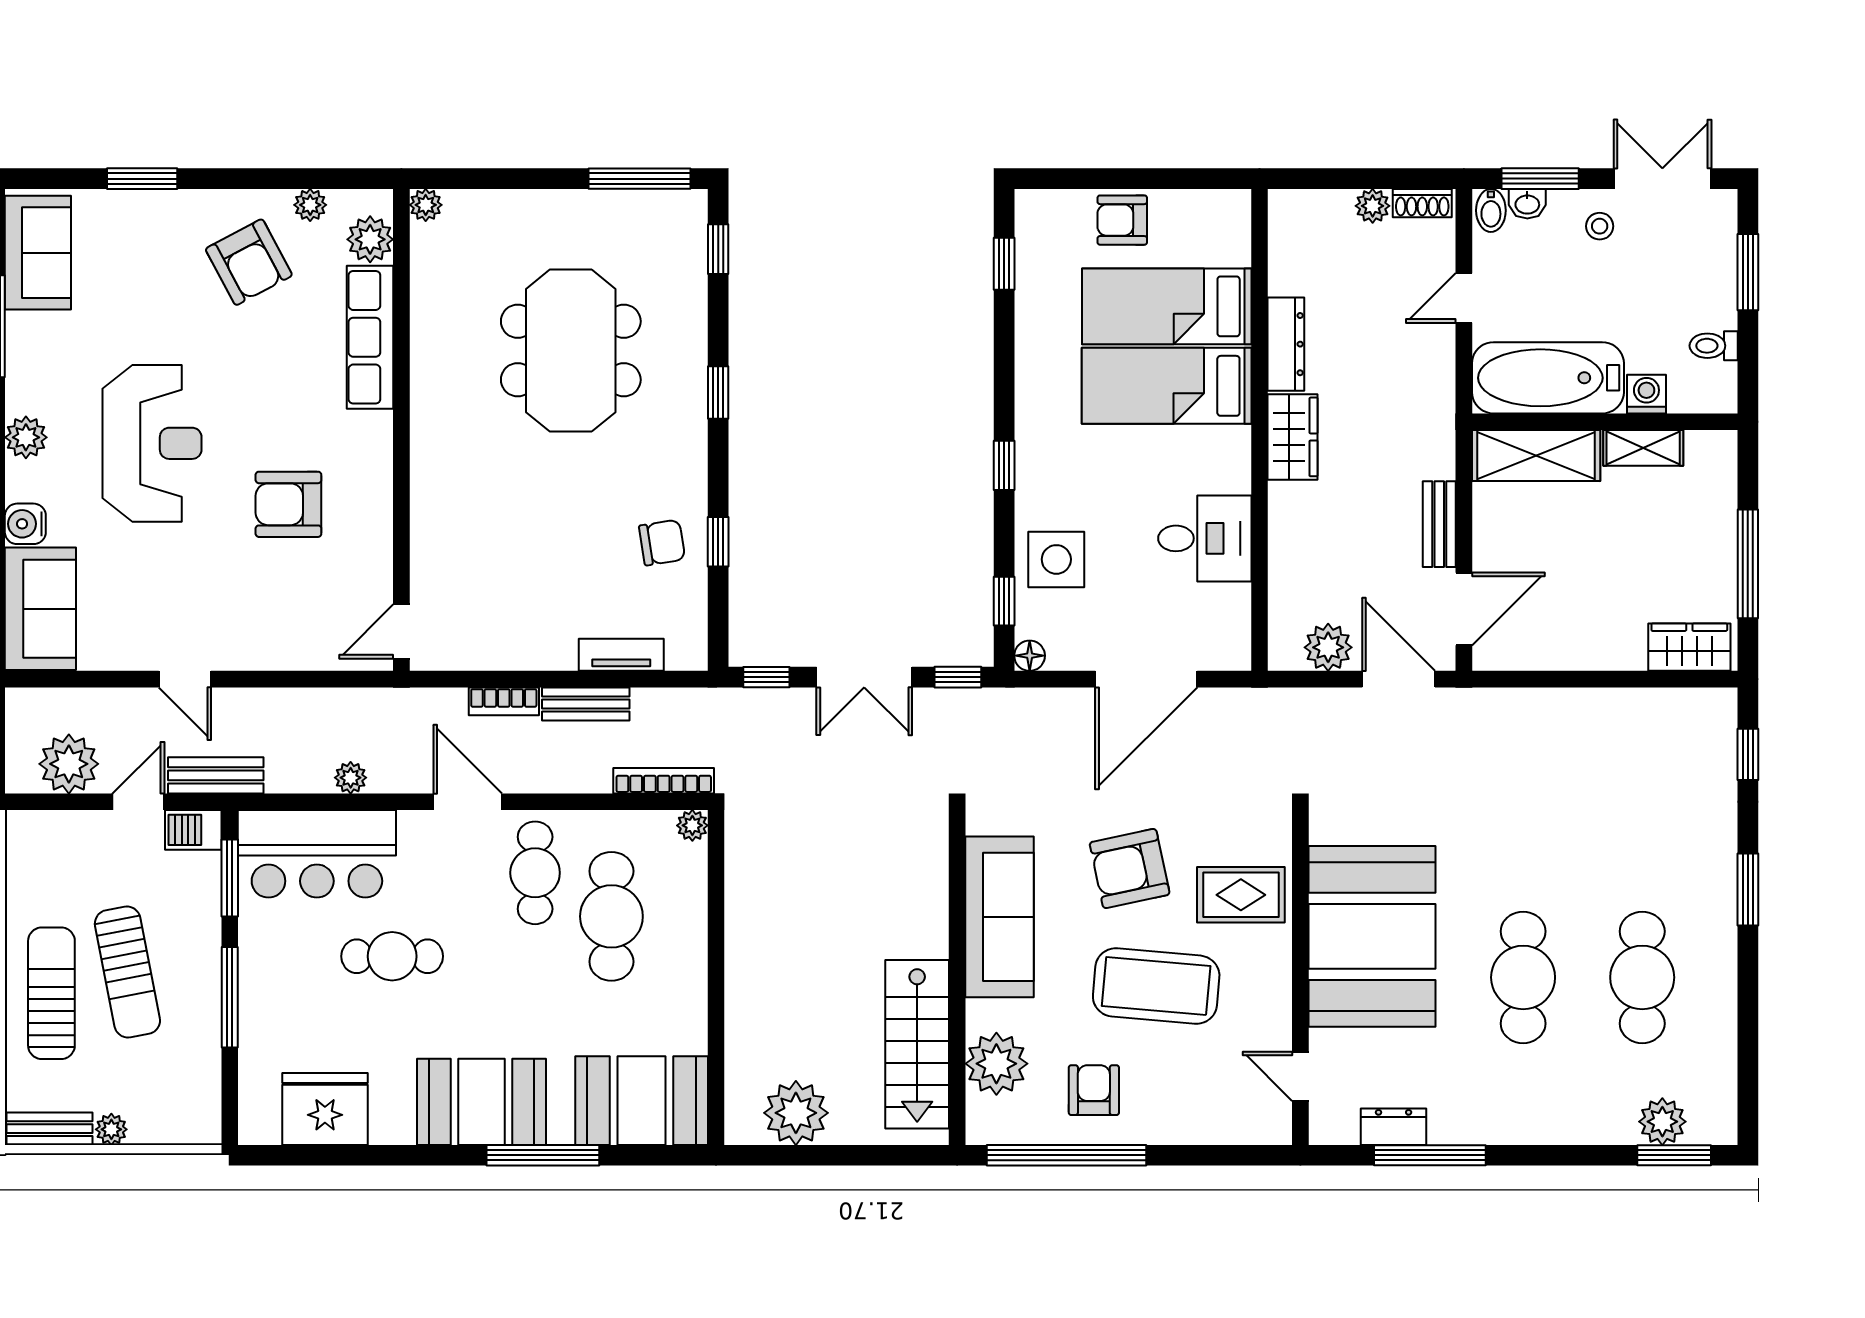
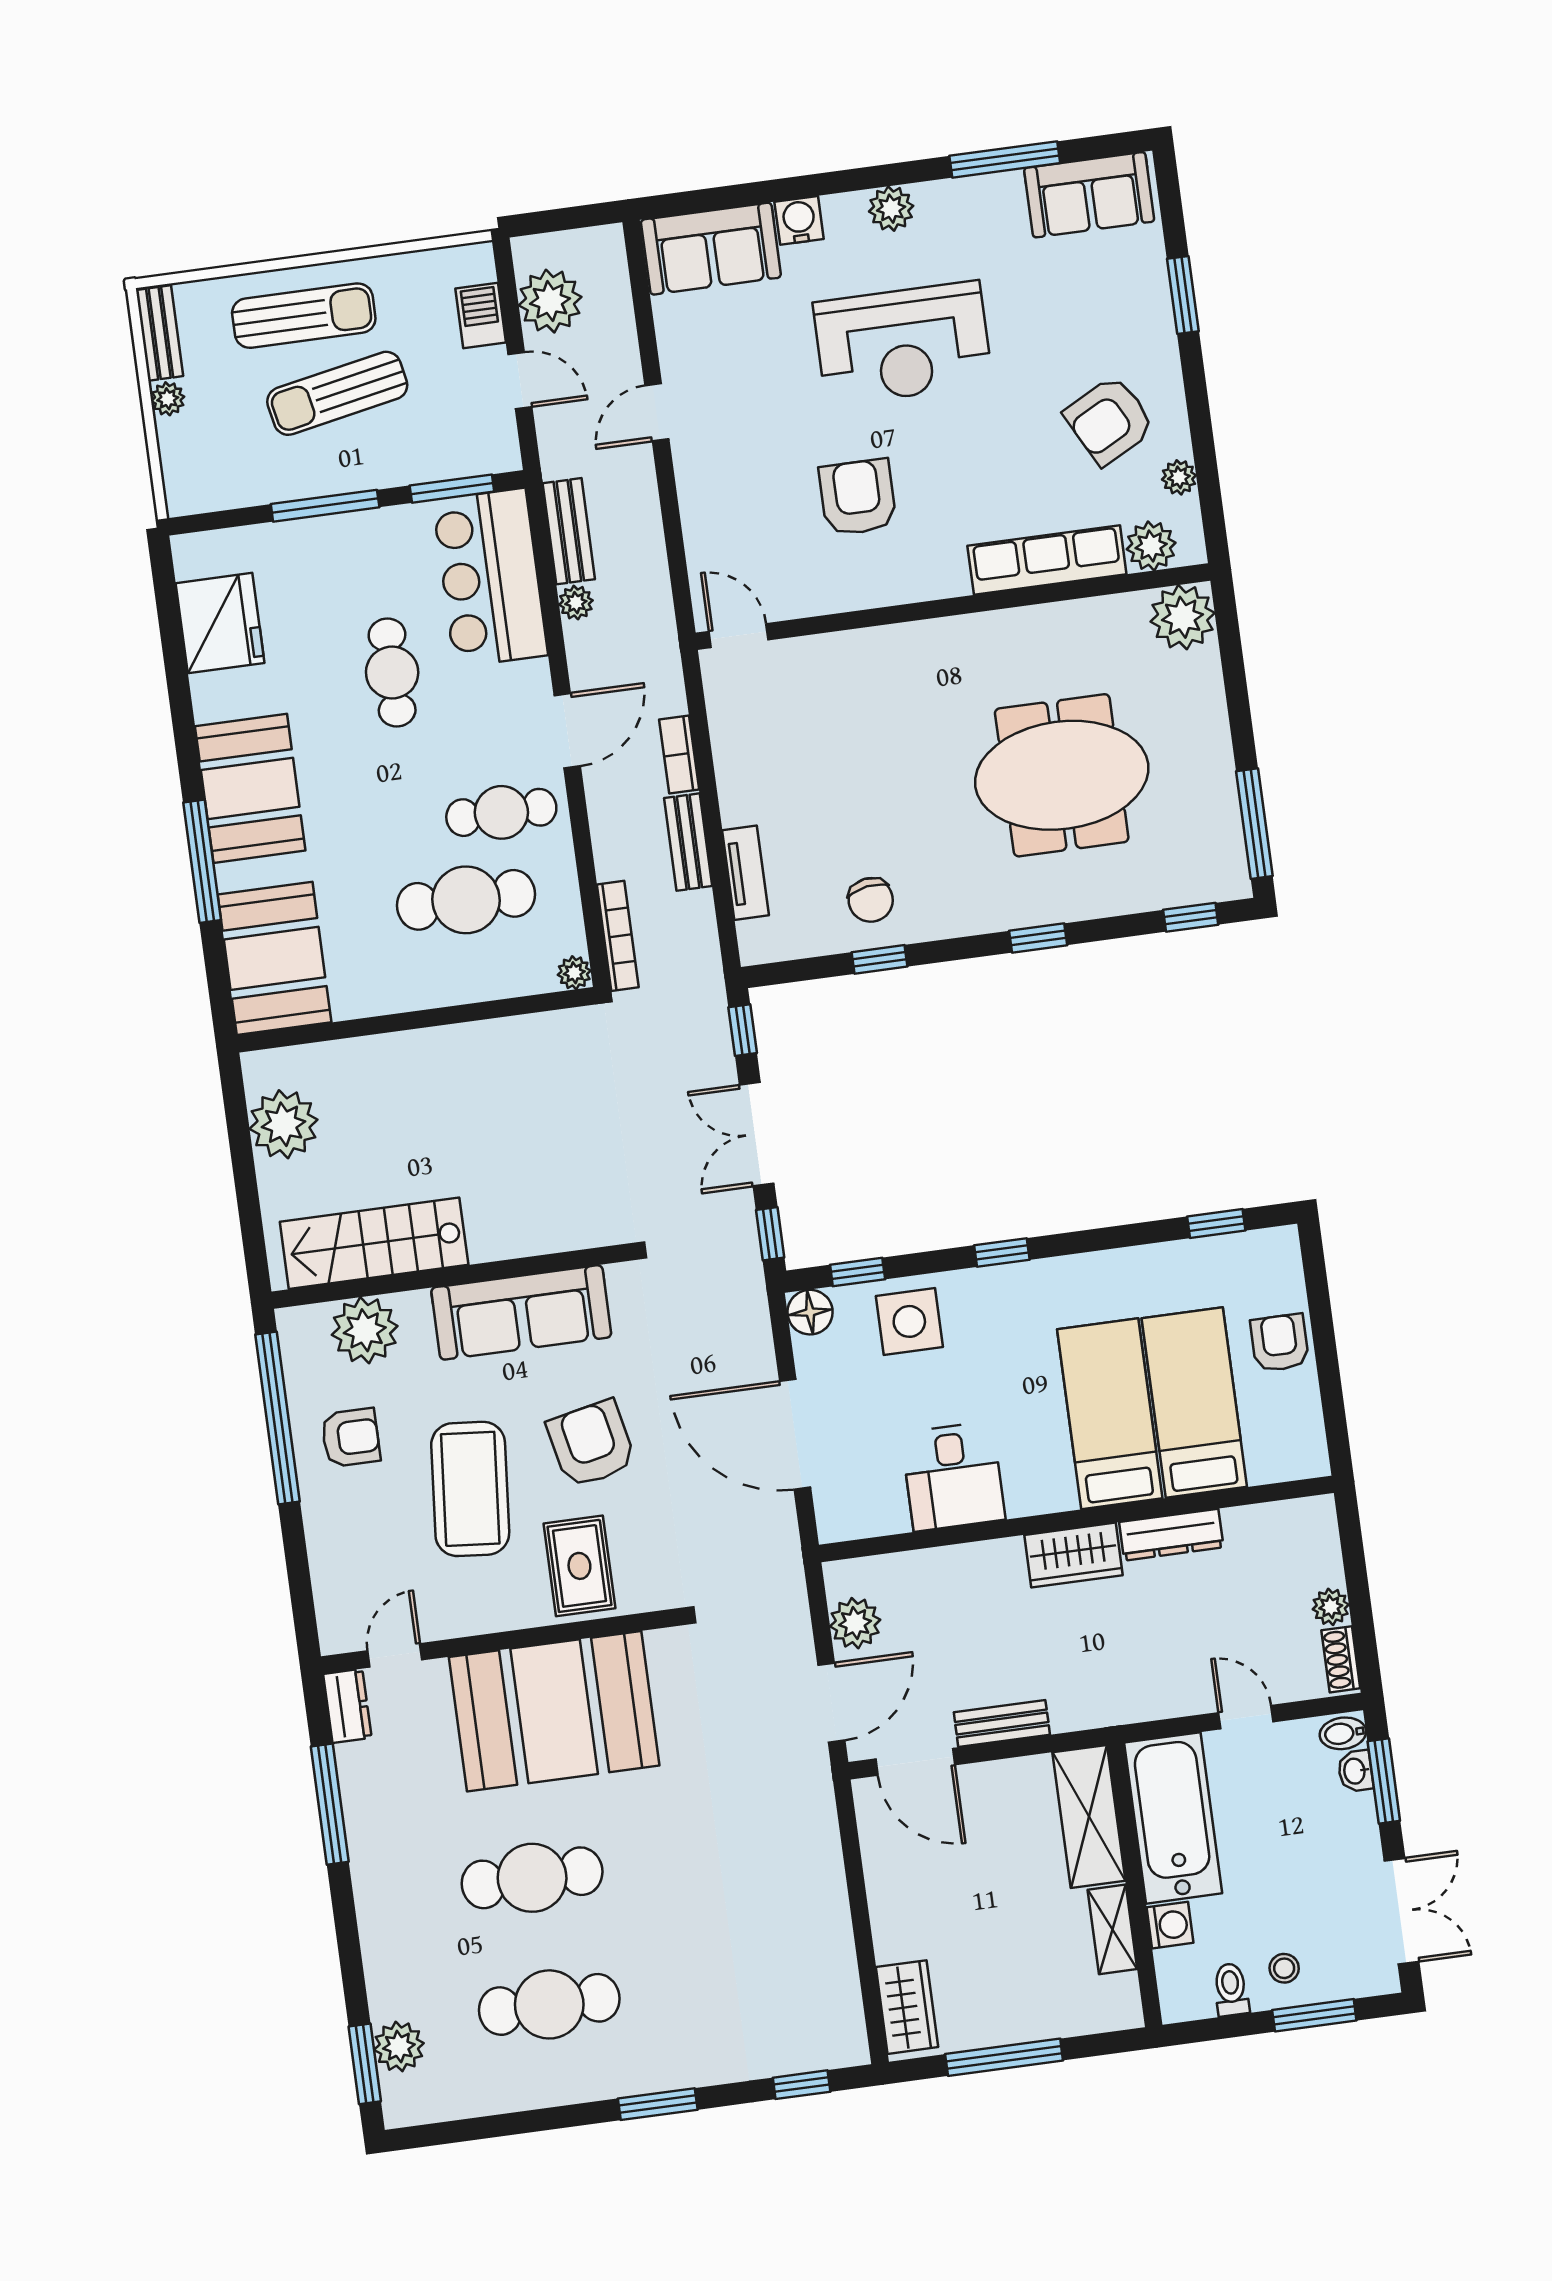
plant: (426, 205) -> (1183, 617), width x1.88, depth x1.88
stool: (1600, 226) -> (1284, 1968), moved
floor lamp: (1030, 656) -> (810, 1312), width x1.37, depth x1.37
bench: (216, 775) -> (569, 531), moved
barbecue: (193, 830) -> (481, 315), moved
dresser: (1394, 1127) -> (347, 1706), moved

